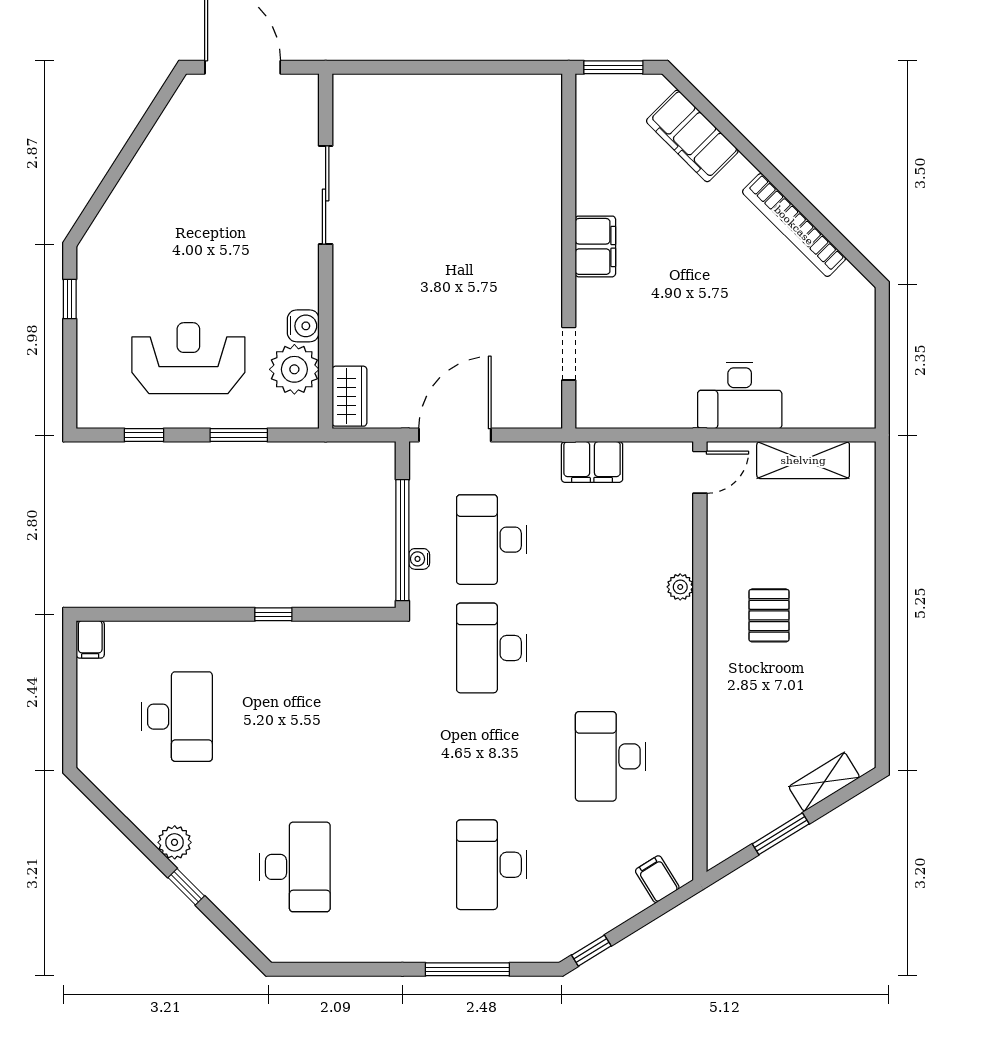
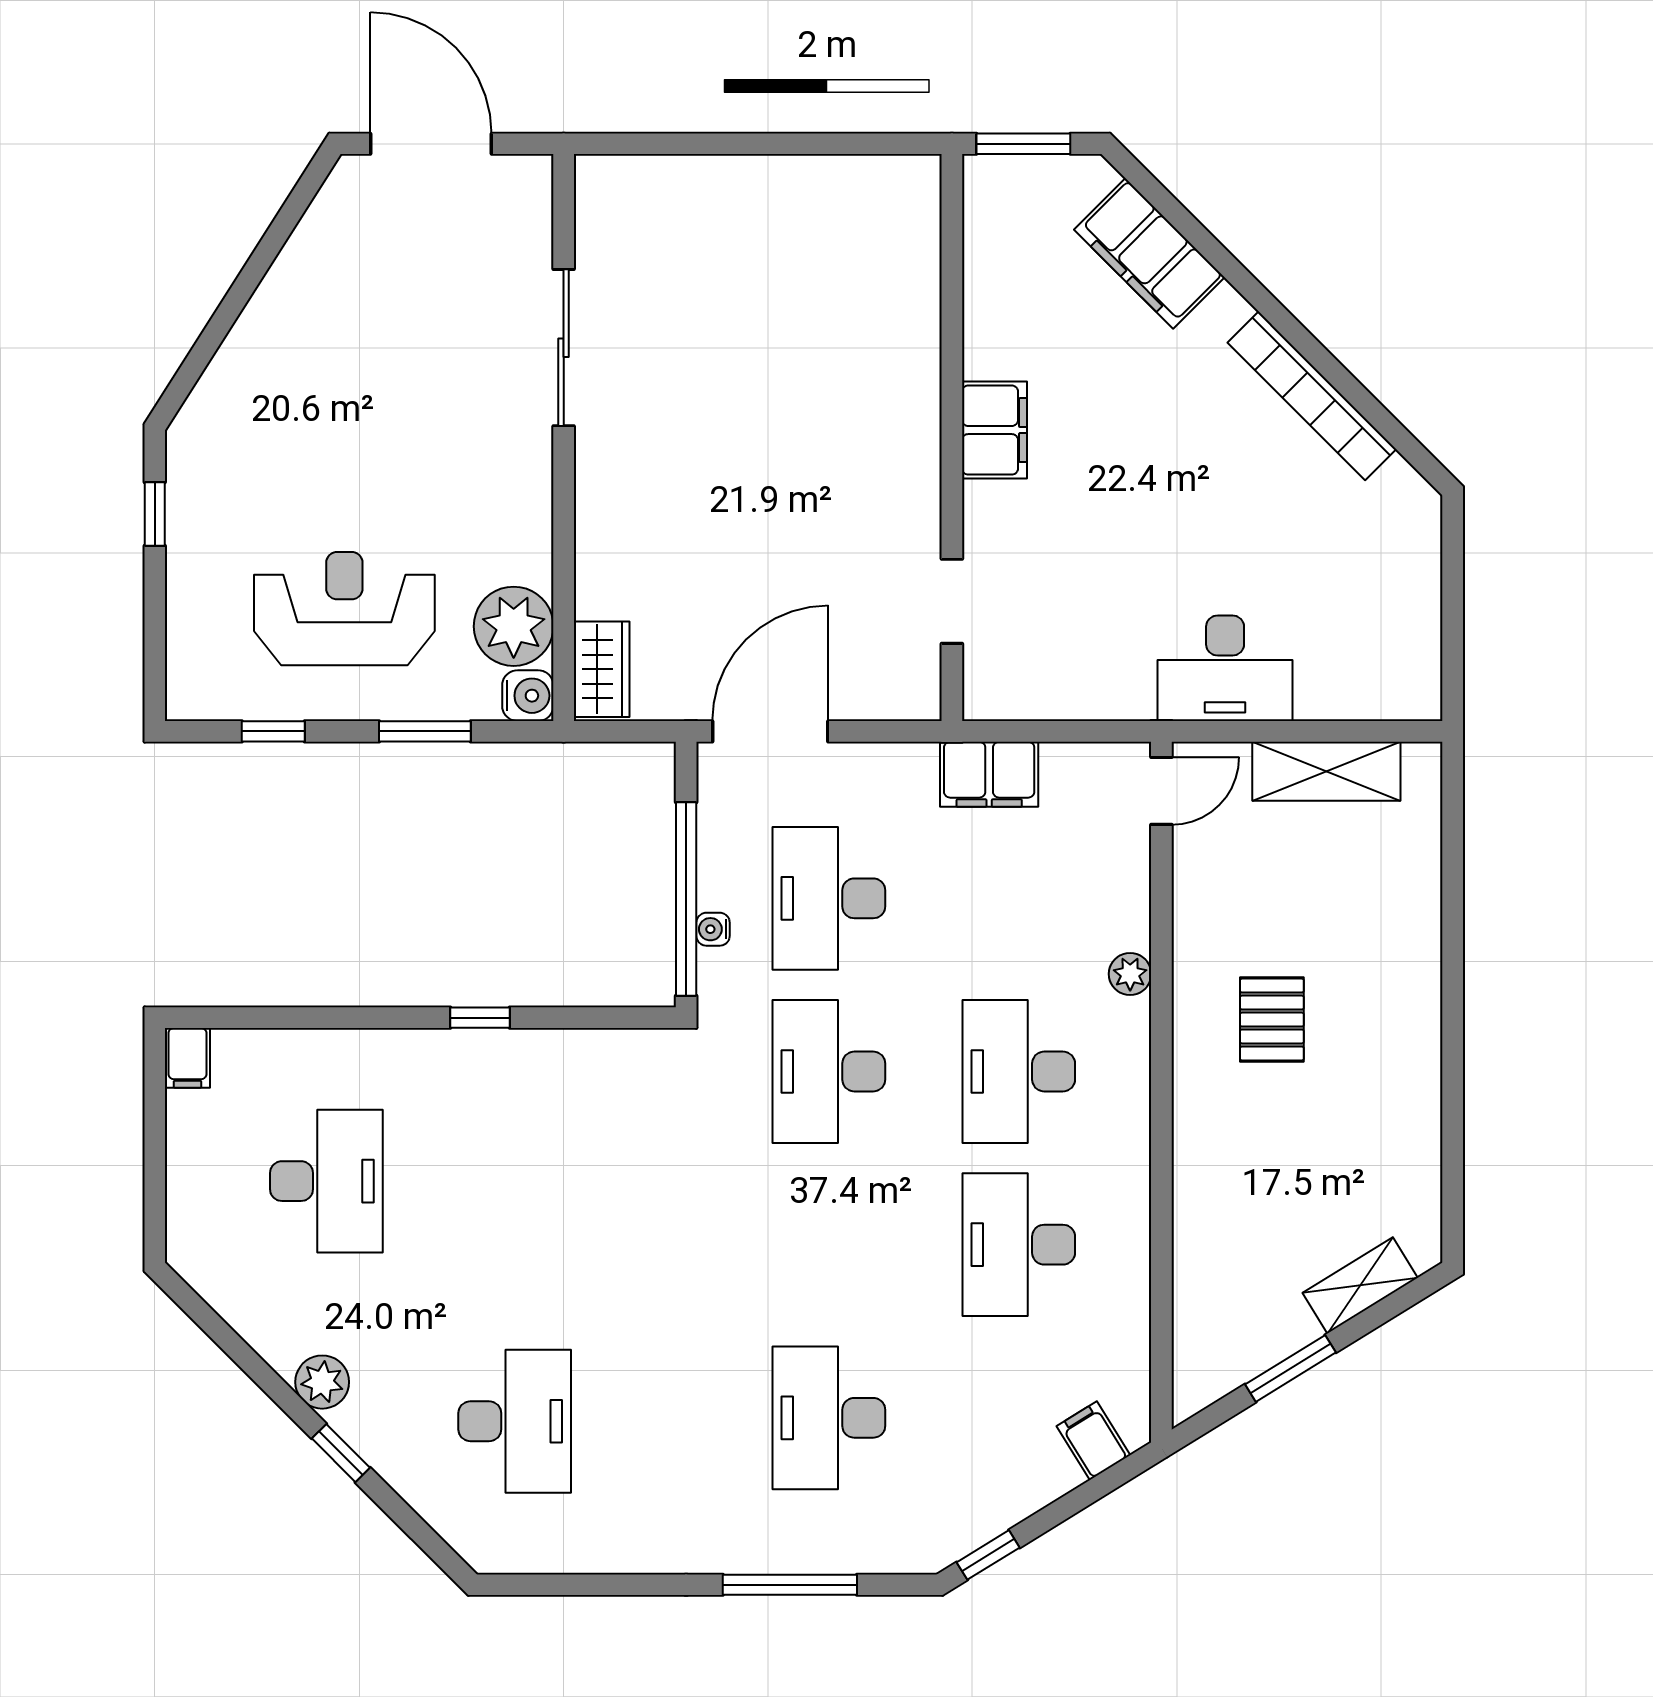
water cooler: (303, 326) -> (528, 696), moved
desk: (611, 648) -> (1019, 1072), added

